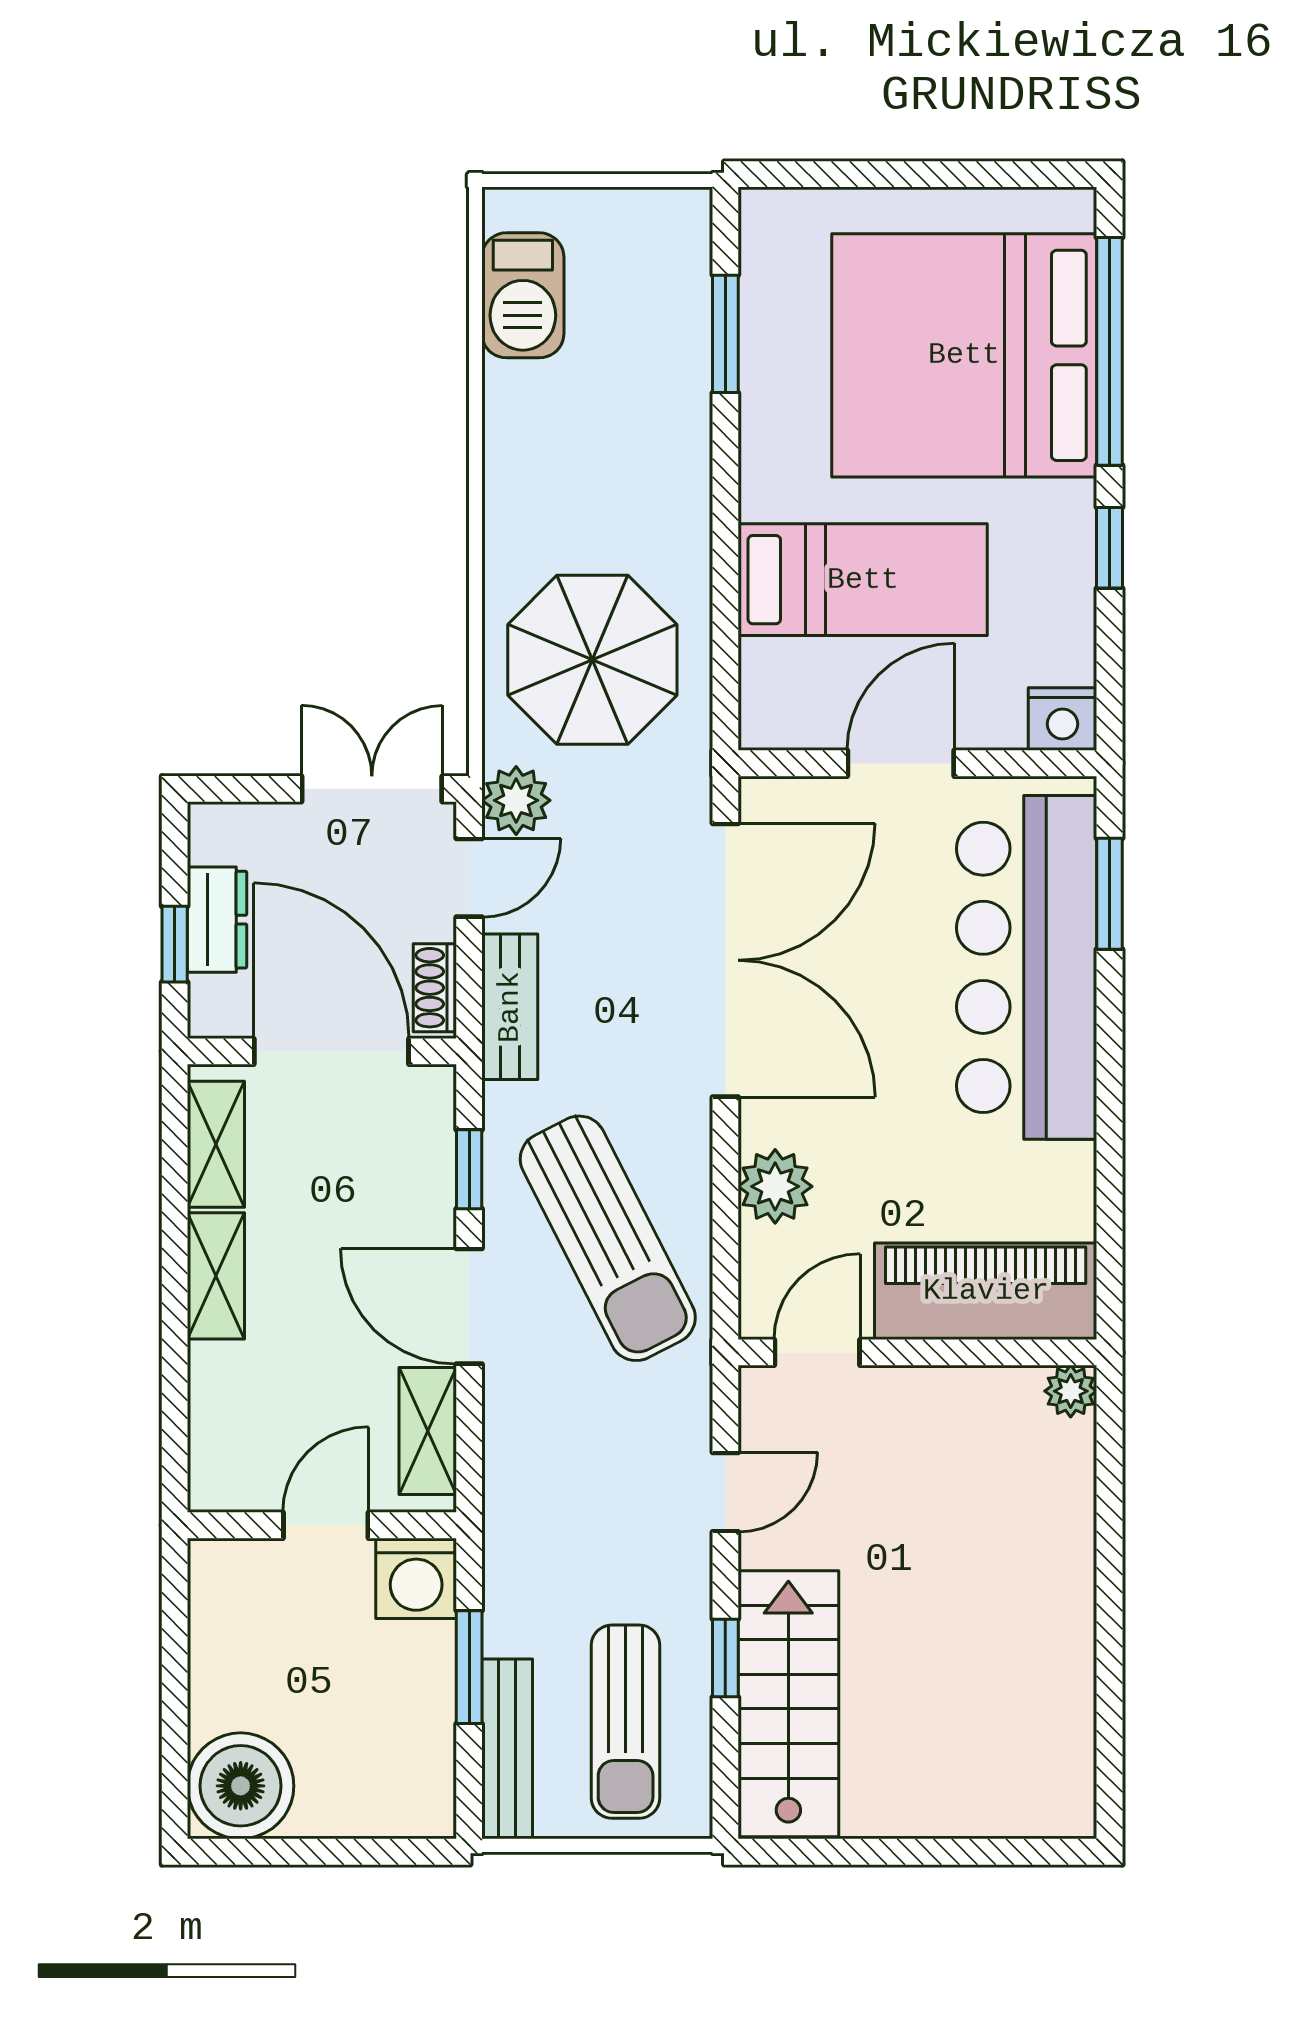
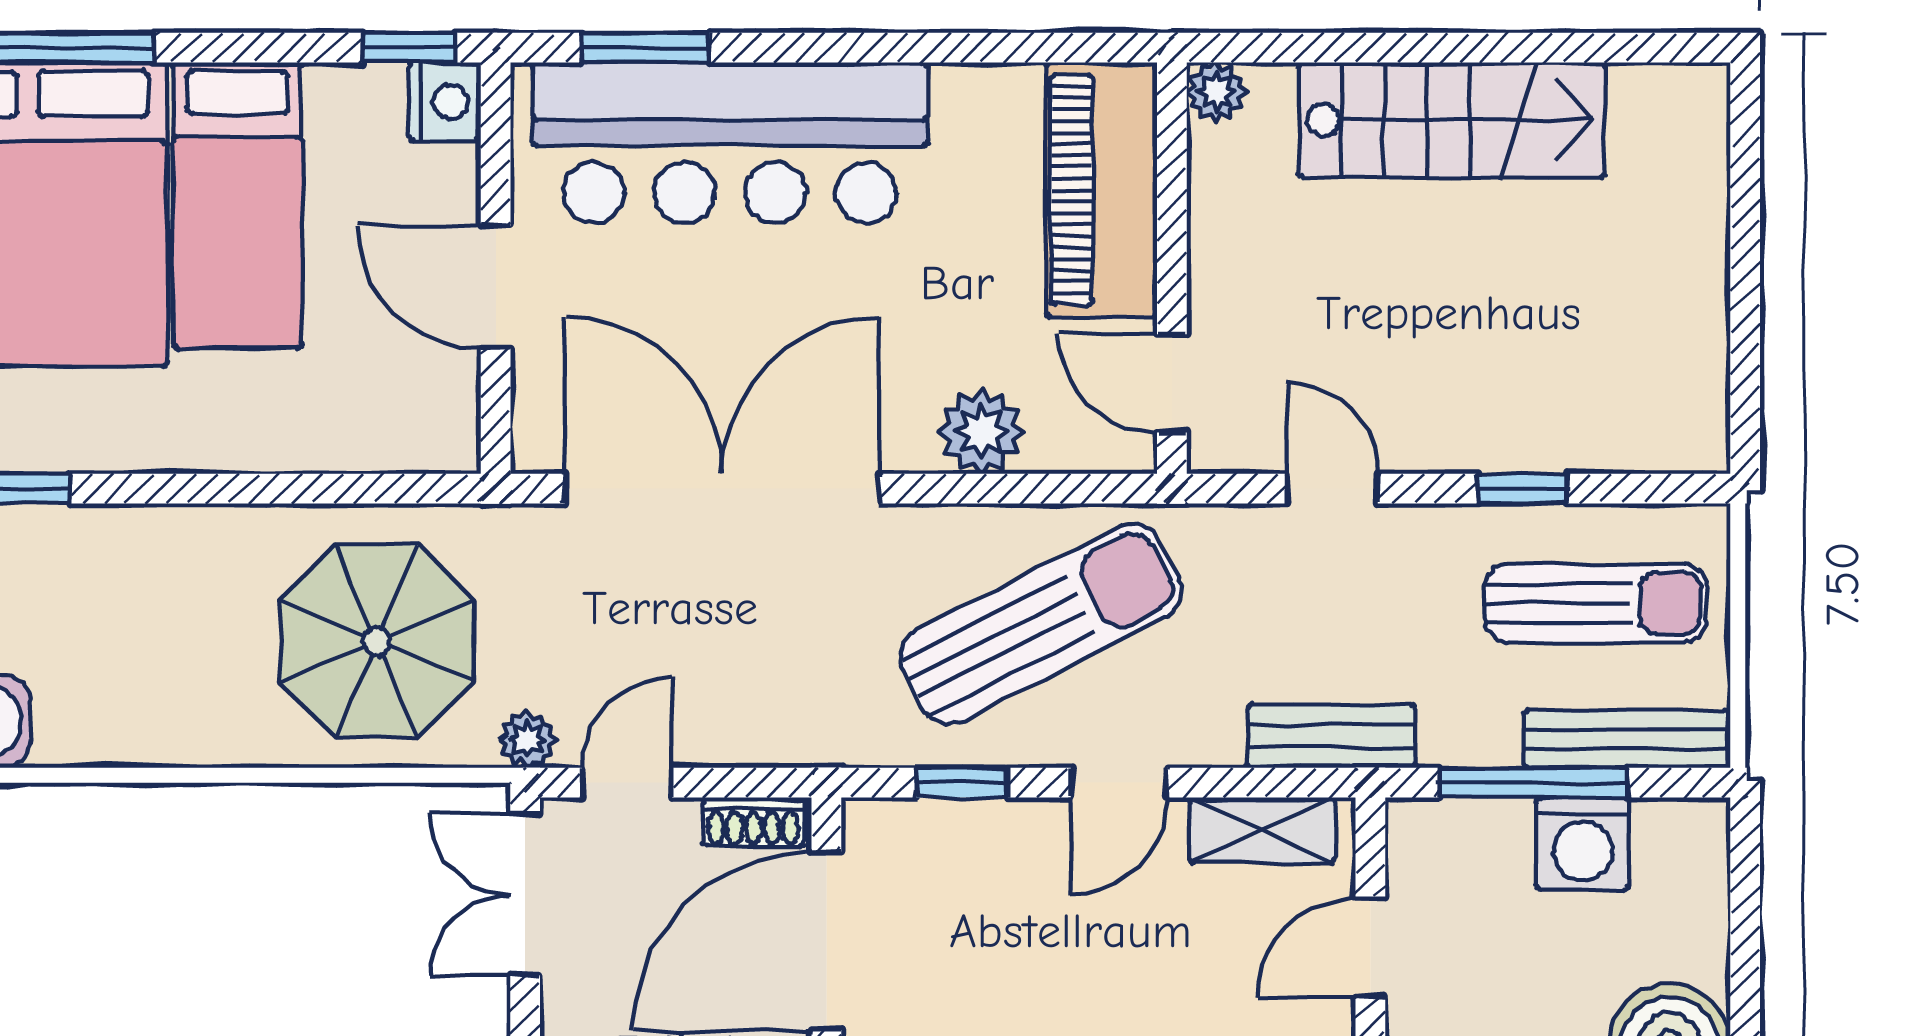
window: (1110, 548) -> (408, 48), moved
bed: (863, 580) -> (238, 205), moved, turned 180
plant: (516, 800) -> (528, 740), width x0.73, depth x0.73
door: (469, 878) -> (627, 783), hinge flipped
bench: (510, 1007) -> (1331, 736), moved
door: (469, 1306) -> (1119, 783), width x0.73
door: (326, 1525) -> (1370, 947), hinge flipped
washing machine: (416, 1578) -> (1583, 844), moved, turned 90
window: (469, 1667) -> (1533, 783), width x1.44
stairs: (788, 1704) -> (1451, 120), moved, turned 180

